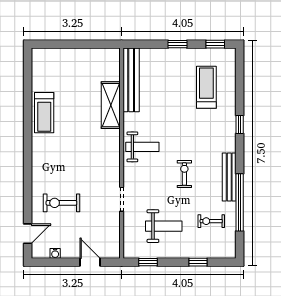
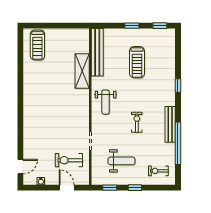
treadmill: (206, 87) -> (137, 62), moved, turned 180
treadmill: (44, 113) -> (37, 45), moved
weight bench: (142, 147) -> (106, 102), turned 90
exercise bike: (61, 203) -> (69, 160), moved
exercise bike: (211, 221) -> (158, 171), moved
window: (198, 262) -> (135, 188), moved

